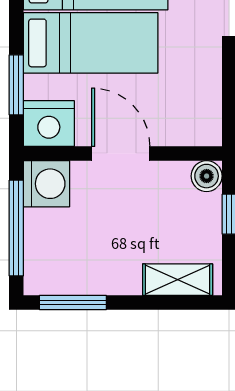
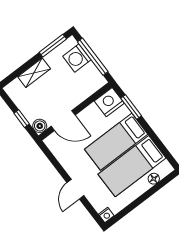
door: (121, 153) -> (63, 121), moved
washing machine: (46, 184) -> (77, 58), moved
shelving: (178, 280) -> (34, 73), moved

